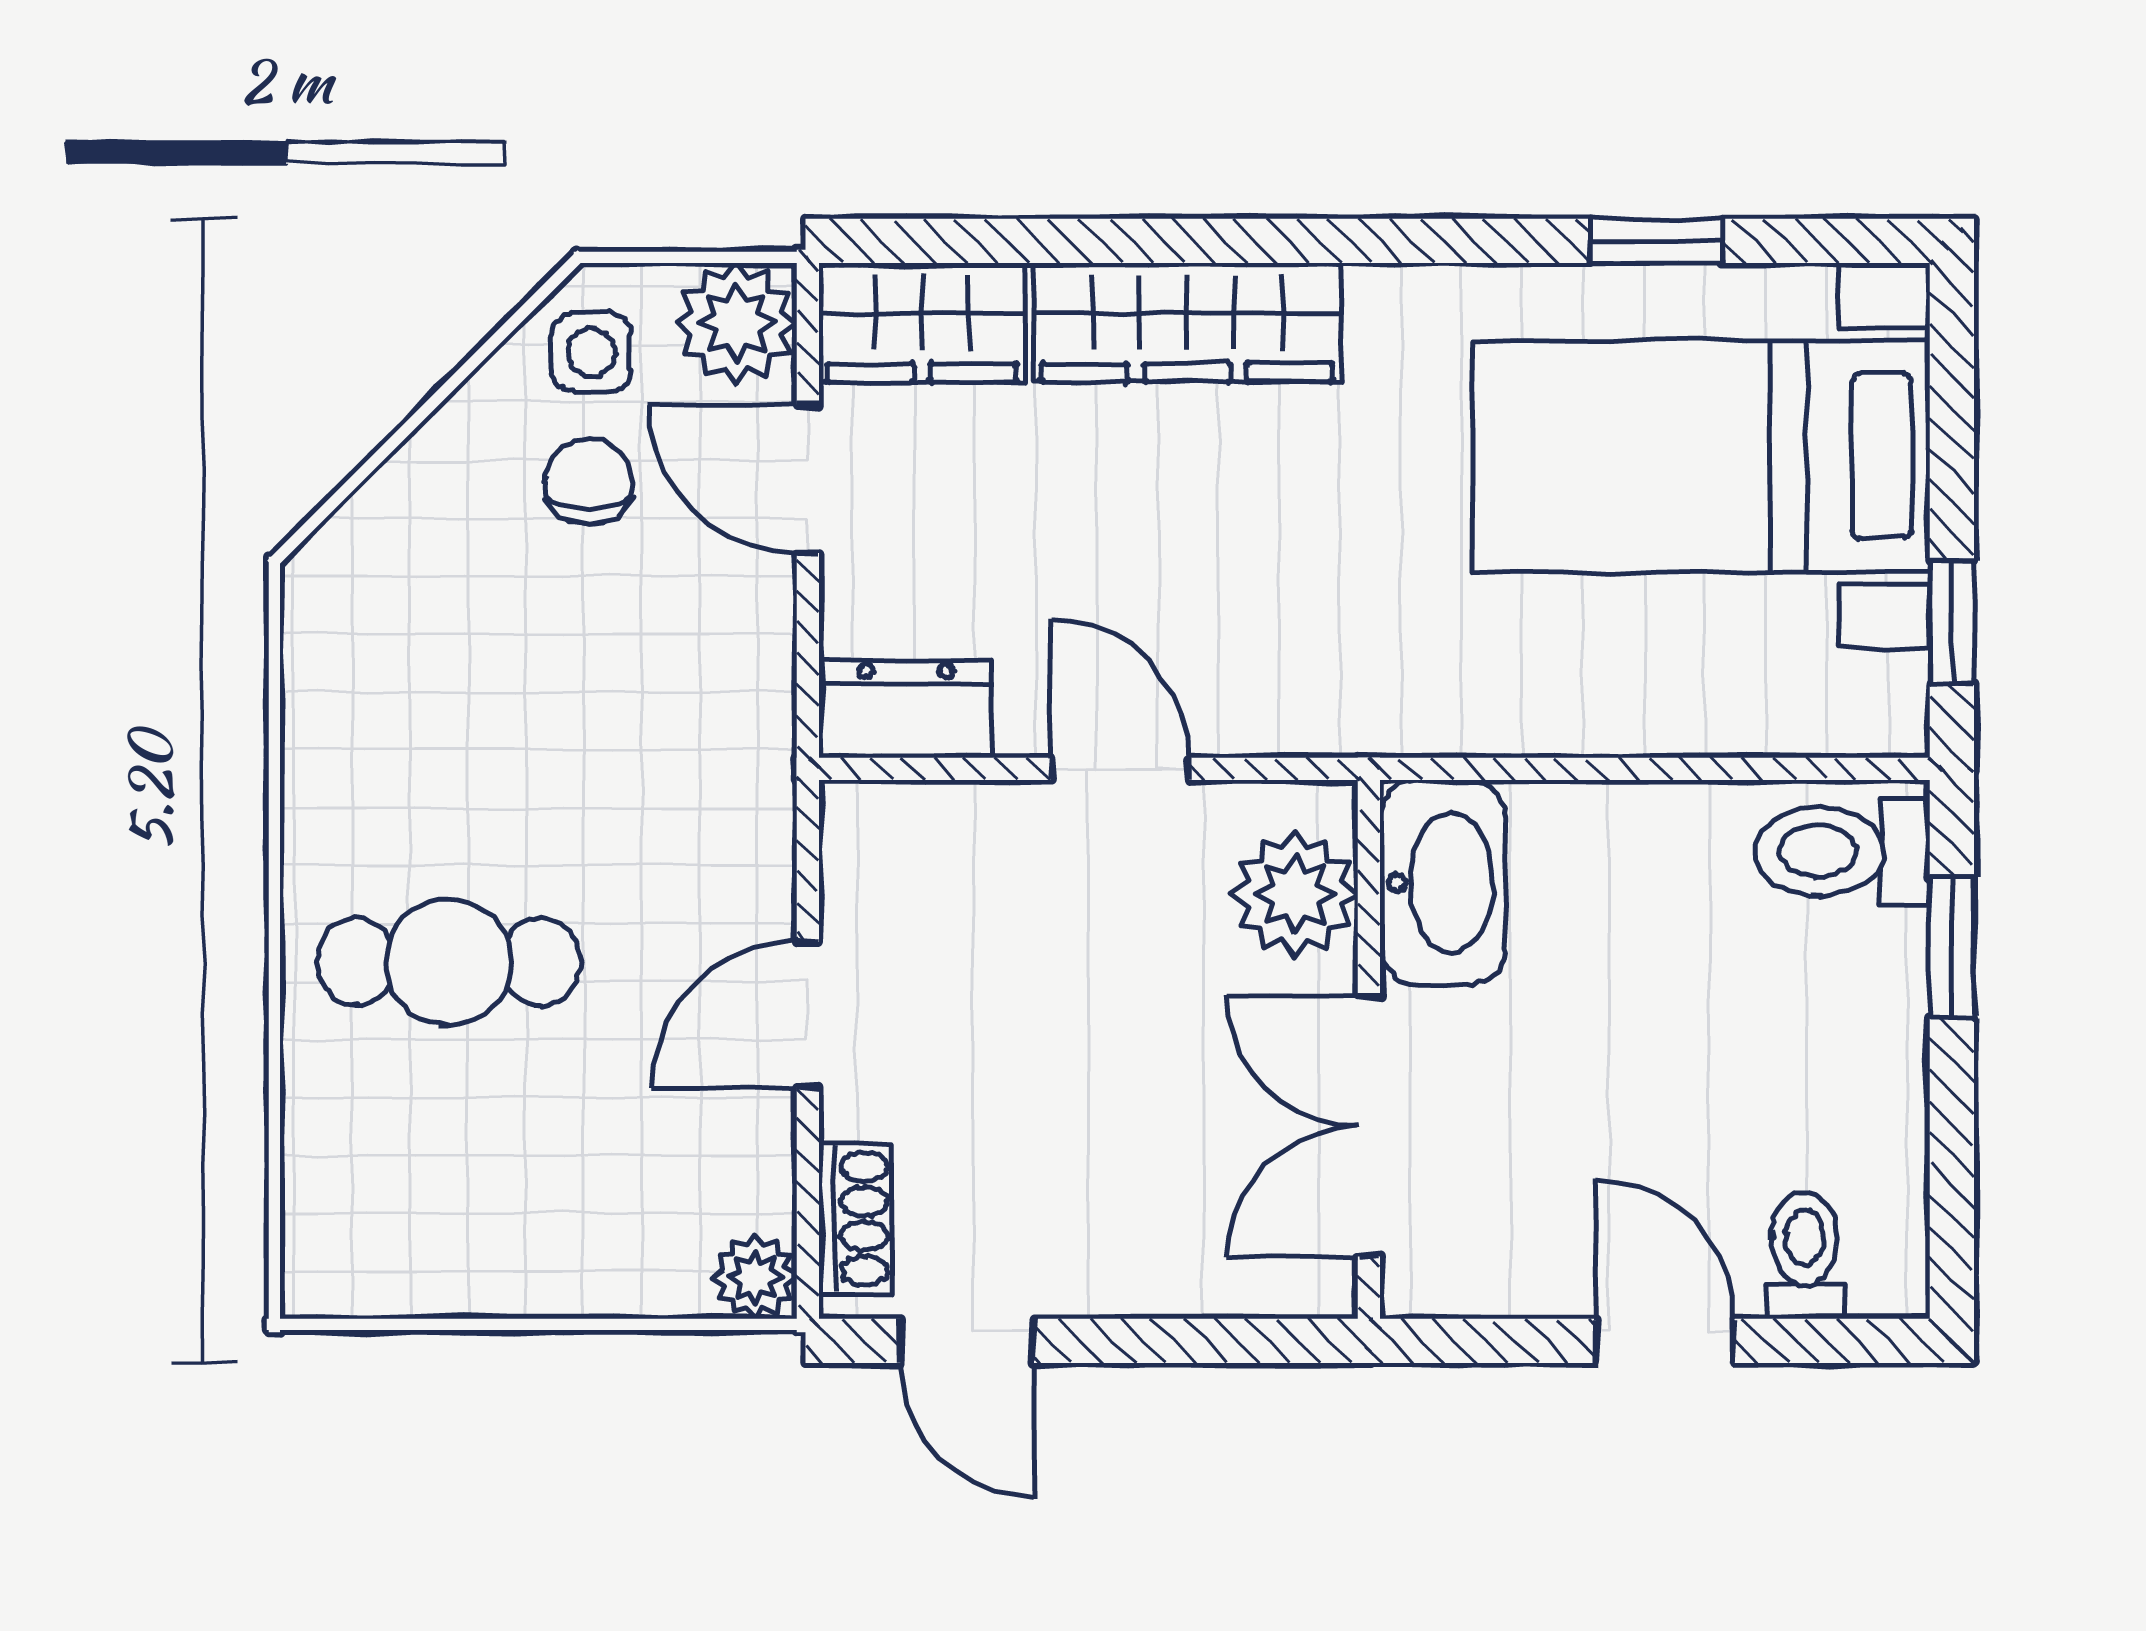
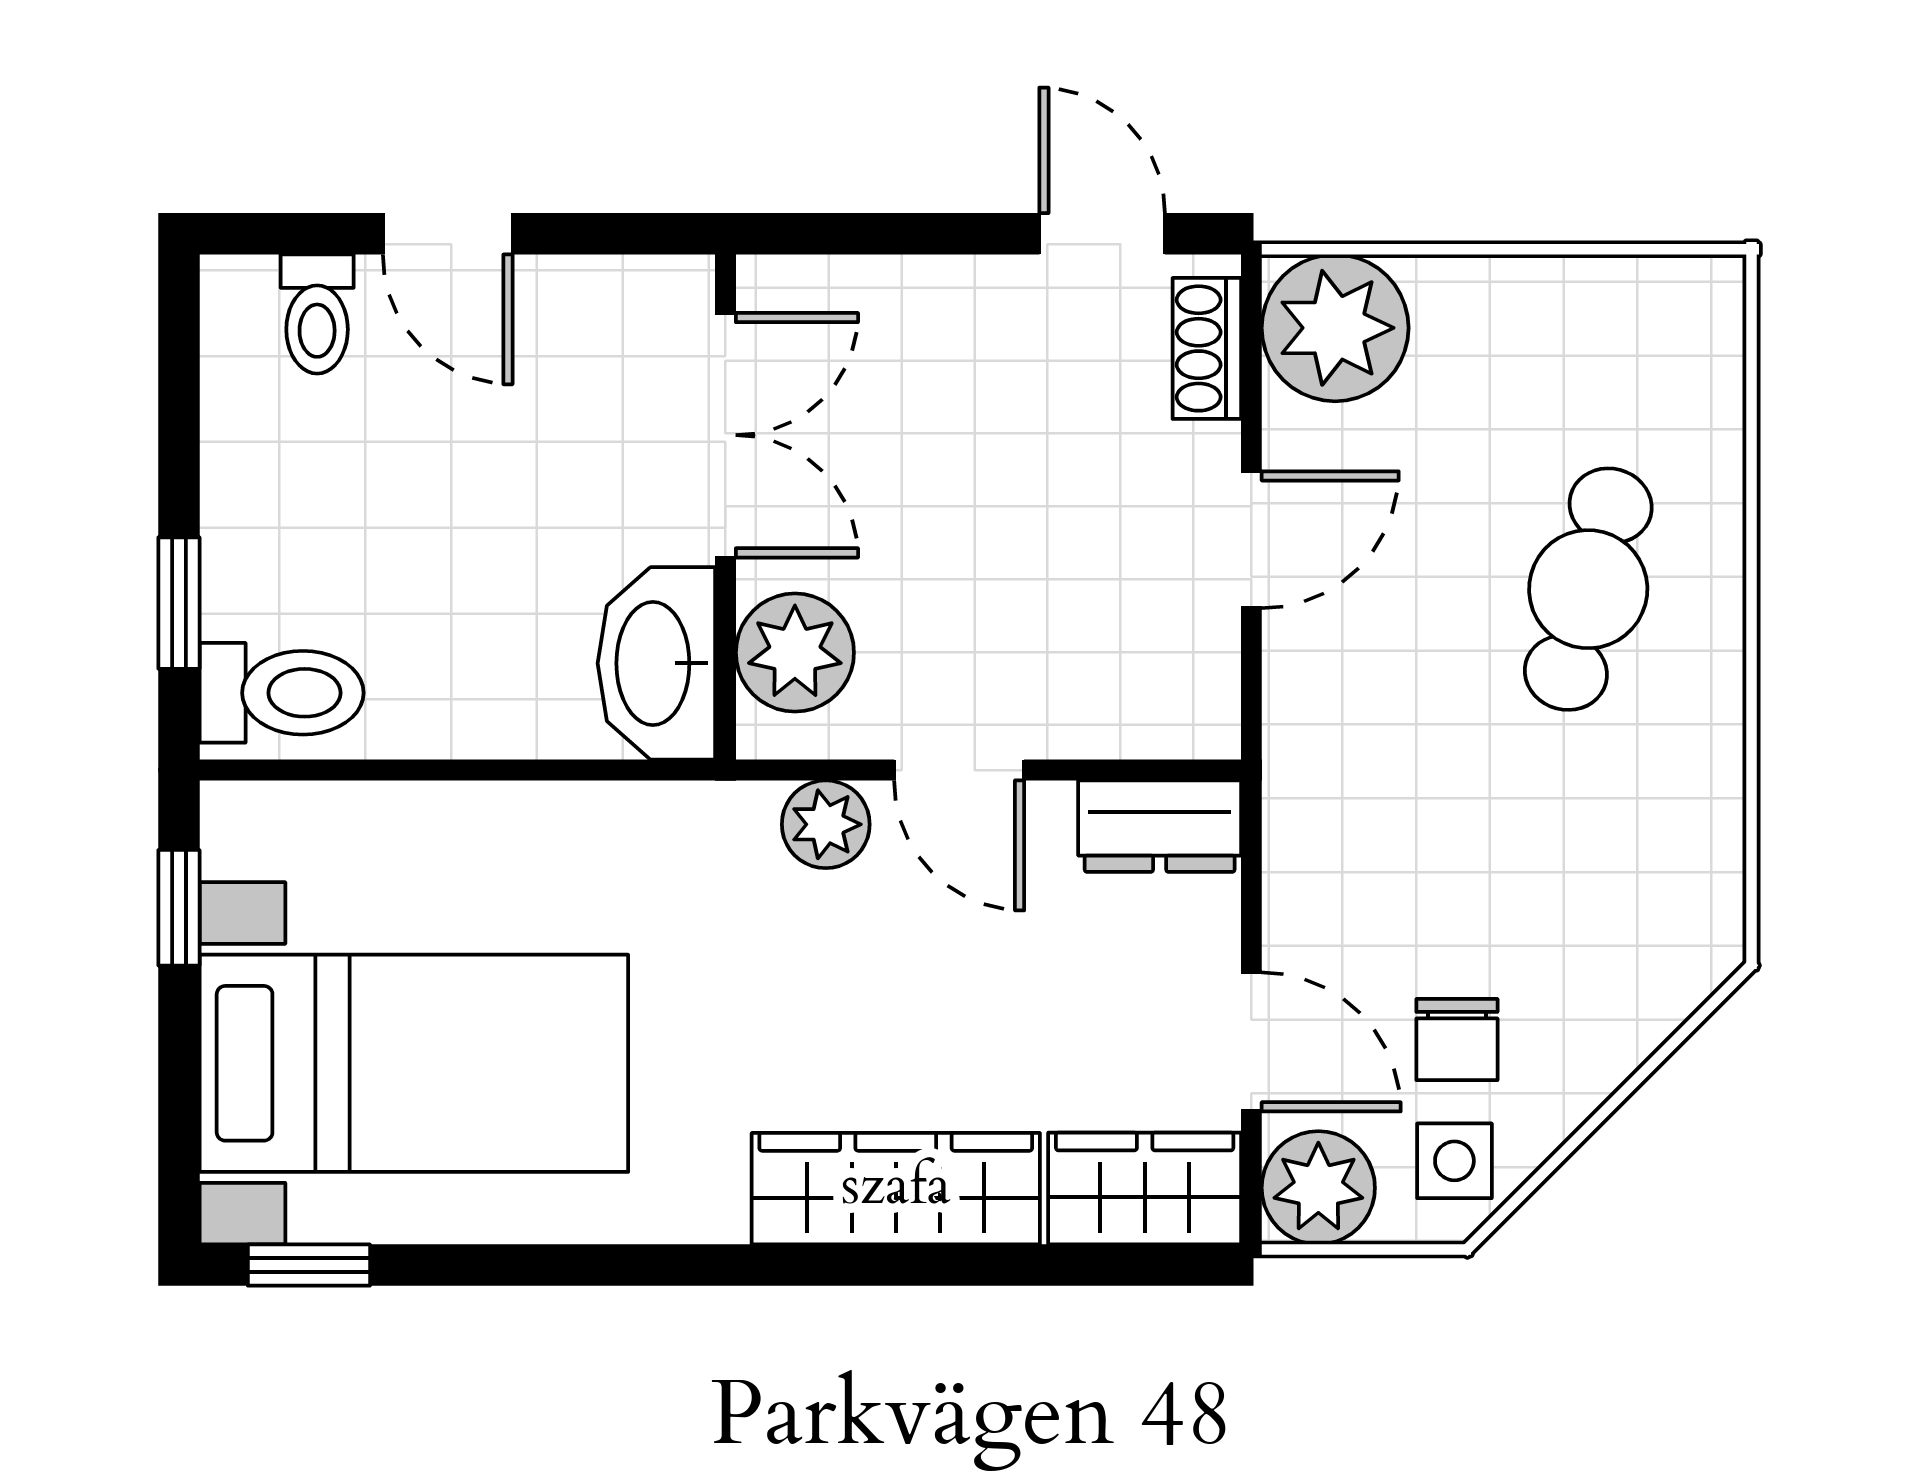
window: (1657, 241) -> (309, 1265), moved
plant: (1262, 711) -> (826, 824), added
cafe table: (449, 962) -> (1588, 589), turned -75
plant: (755, 1277) -> (1335, 328), width x1.87, depth x1.87

